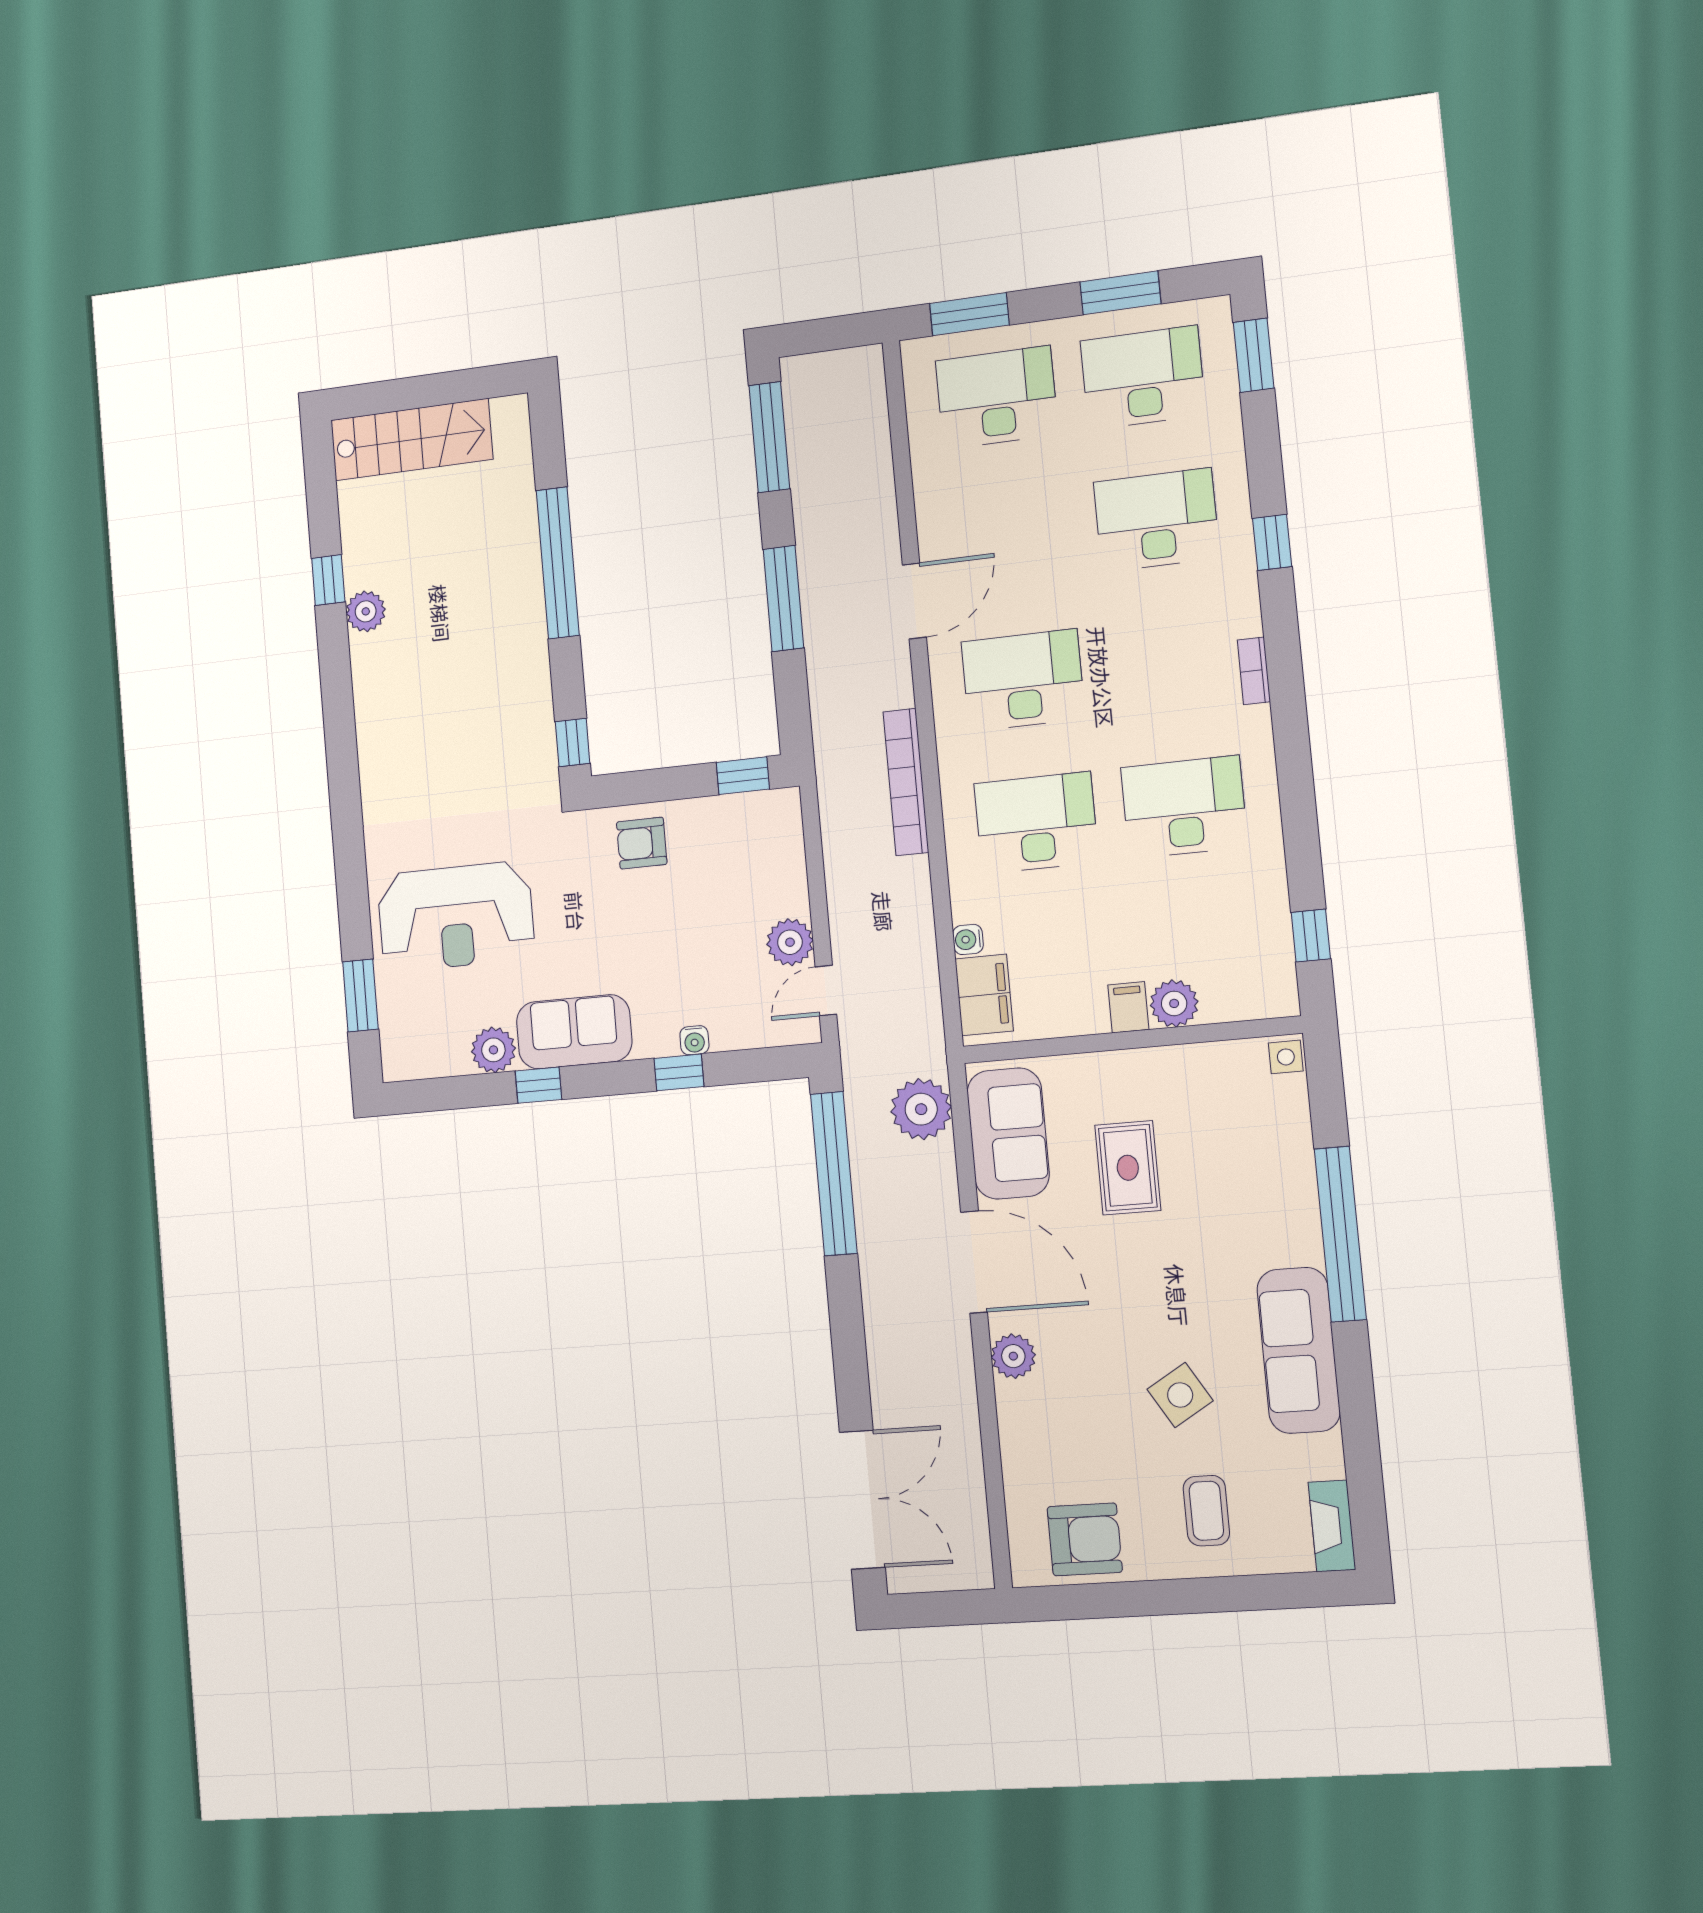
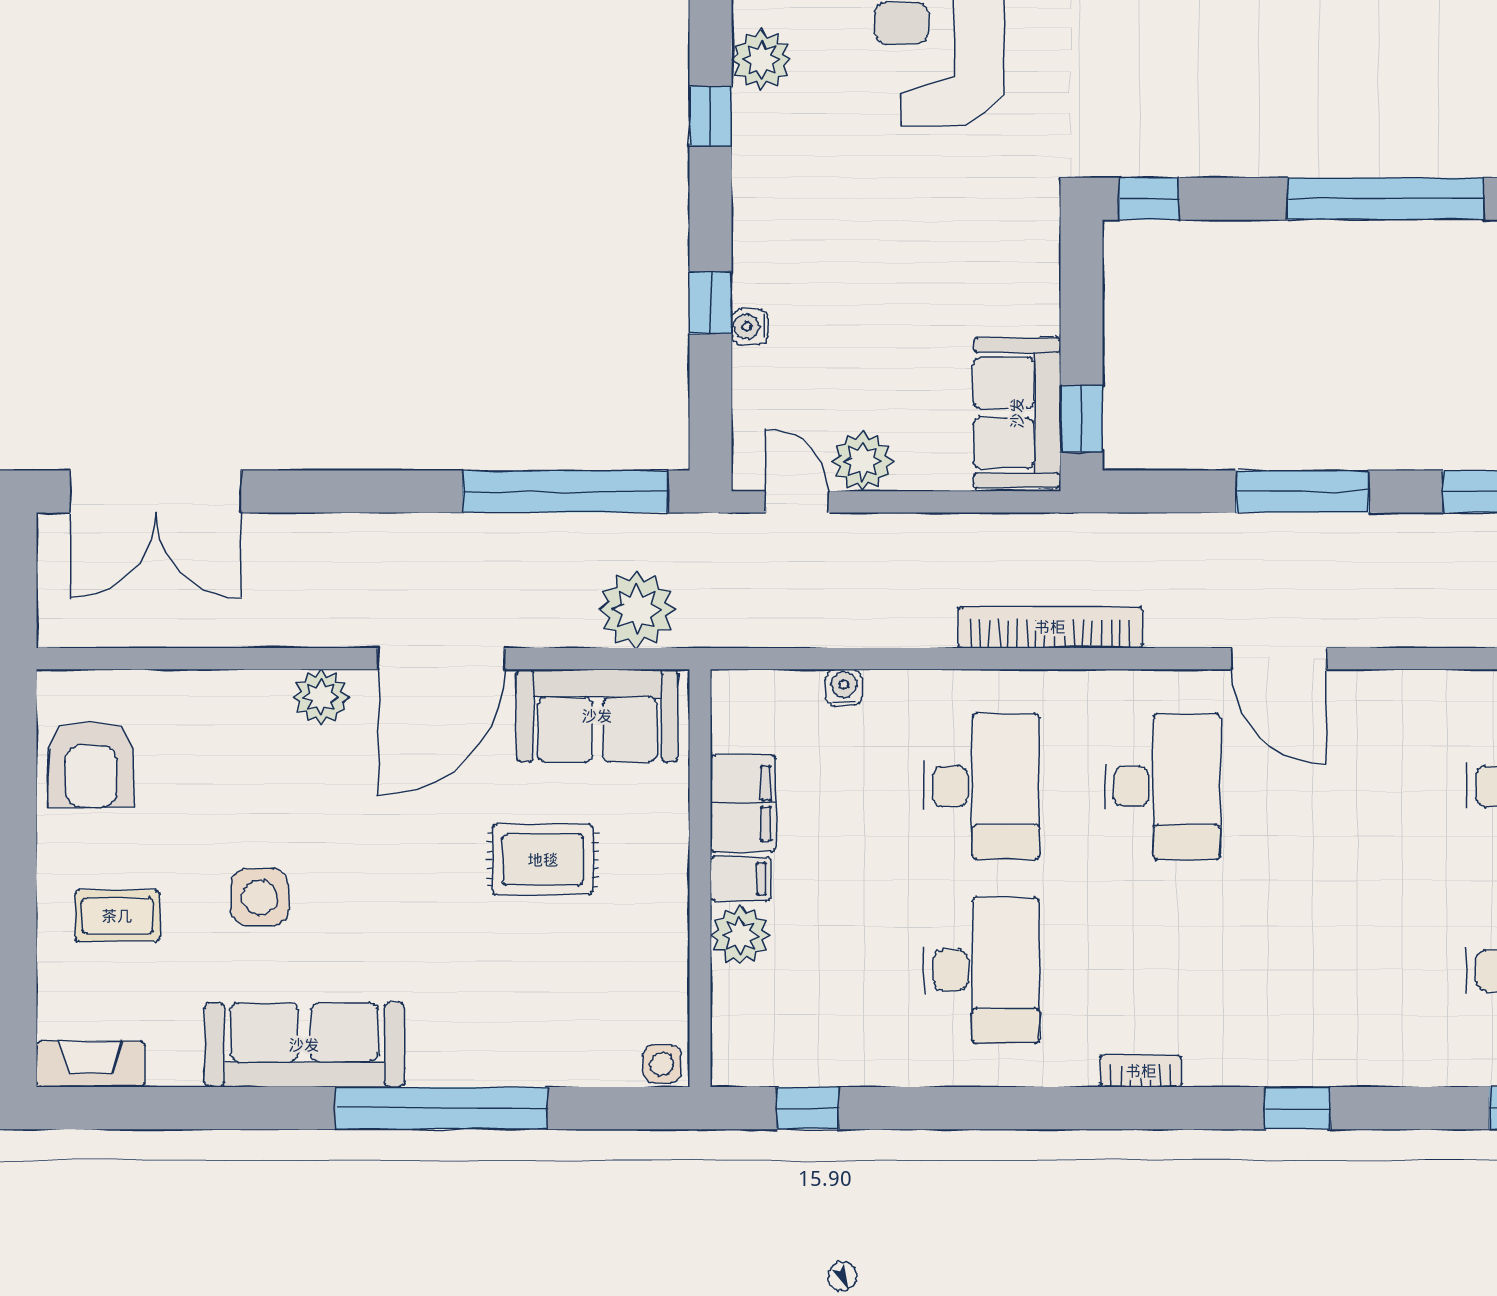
desk: (1156, 520) -> (1343, 970), removed
armchair: (642, 843) -> (1009, 279), removed
filing cabinet: (984, 995) -> (743, 803), moved, turned -90
sofa: (574, 1032) -> (1017, 413), moved, turned 180
side table: (1180, 1395) -> (260, 897), turned 31

